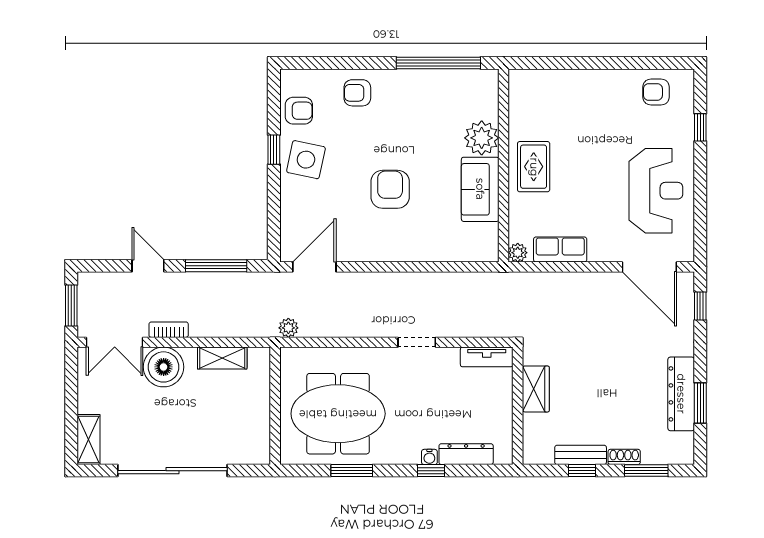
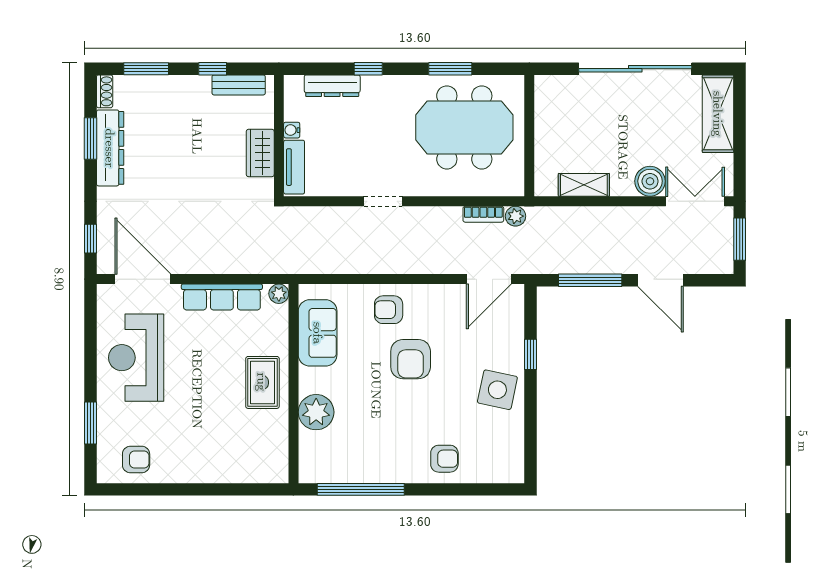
armchair: (299, 111) -> (389, 310), moved
window: (700, 127) -> (90, 423), width x1.50
window: (274, 150) -> (531, 354), moved
sofa: (480, 189) -> (318, 333), moved
row of seats: (560, 249) -> (222, 297), width x1.48
door: (148, 266) -> (660, 280), width x1.38
bookcase: (169, 330) -> (483, 214), moved
tv unit: (487, 357) -> (294, 167), moved, turned 90
boiler: (164, 367) -> (650, 181), width x0.73, depth x0.73
shelving: (89, 440) -> (718, 114), width x1.50, depth x1.33
bench: (581, 455) -> (239, 85), moved
water cooler: (429, 457) -> (292, 130), moved, turned -90
shoe rack: (624, 457) -> (105, 91), moved, turned -90

